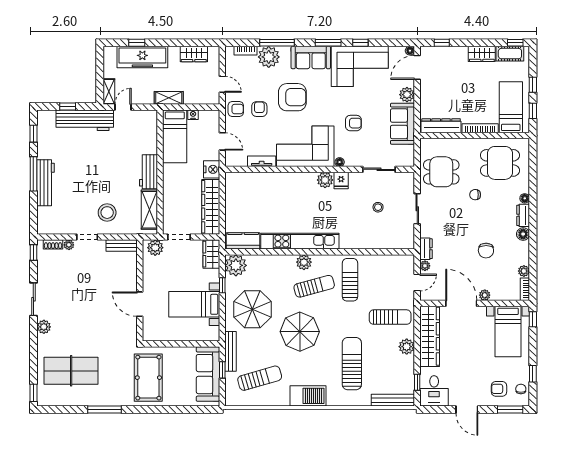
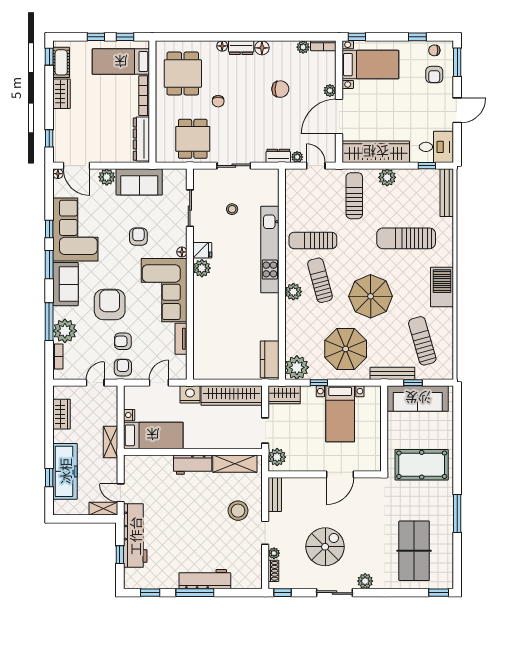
kitchen unit: (300, 241) -> (270, 250), moved
spiral stairs: (75, 291) -> (325, 547), added

